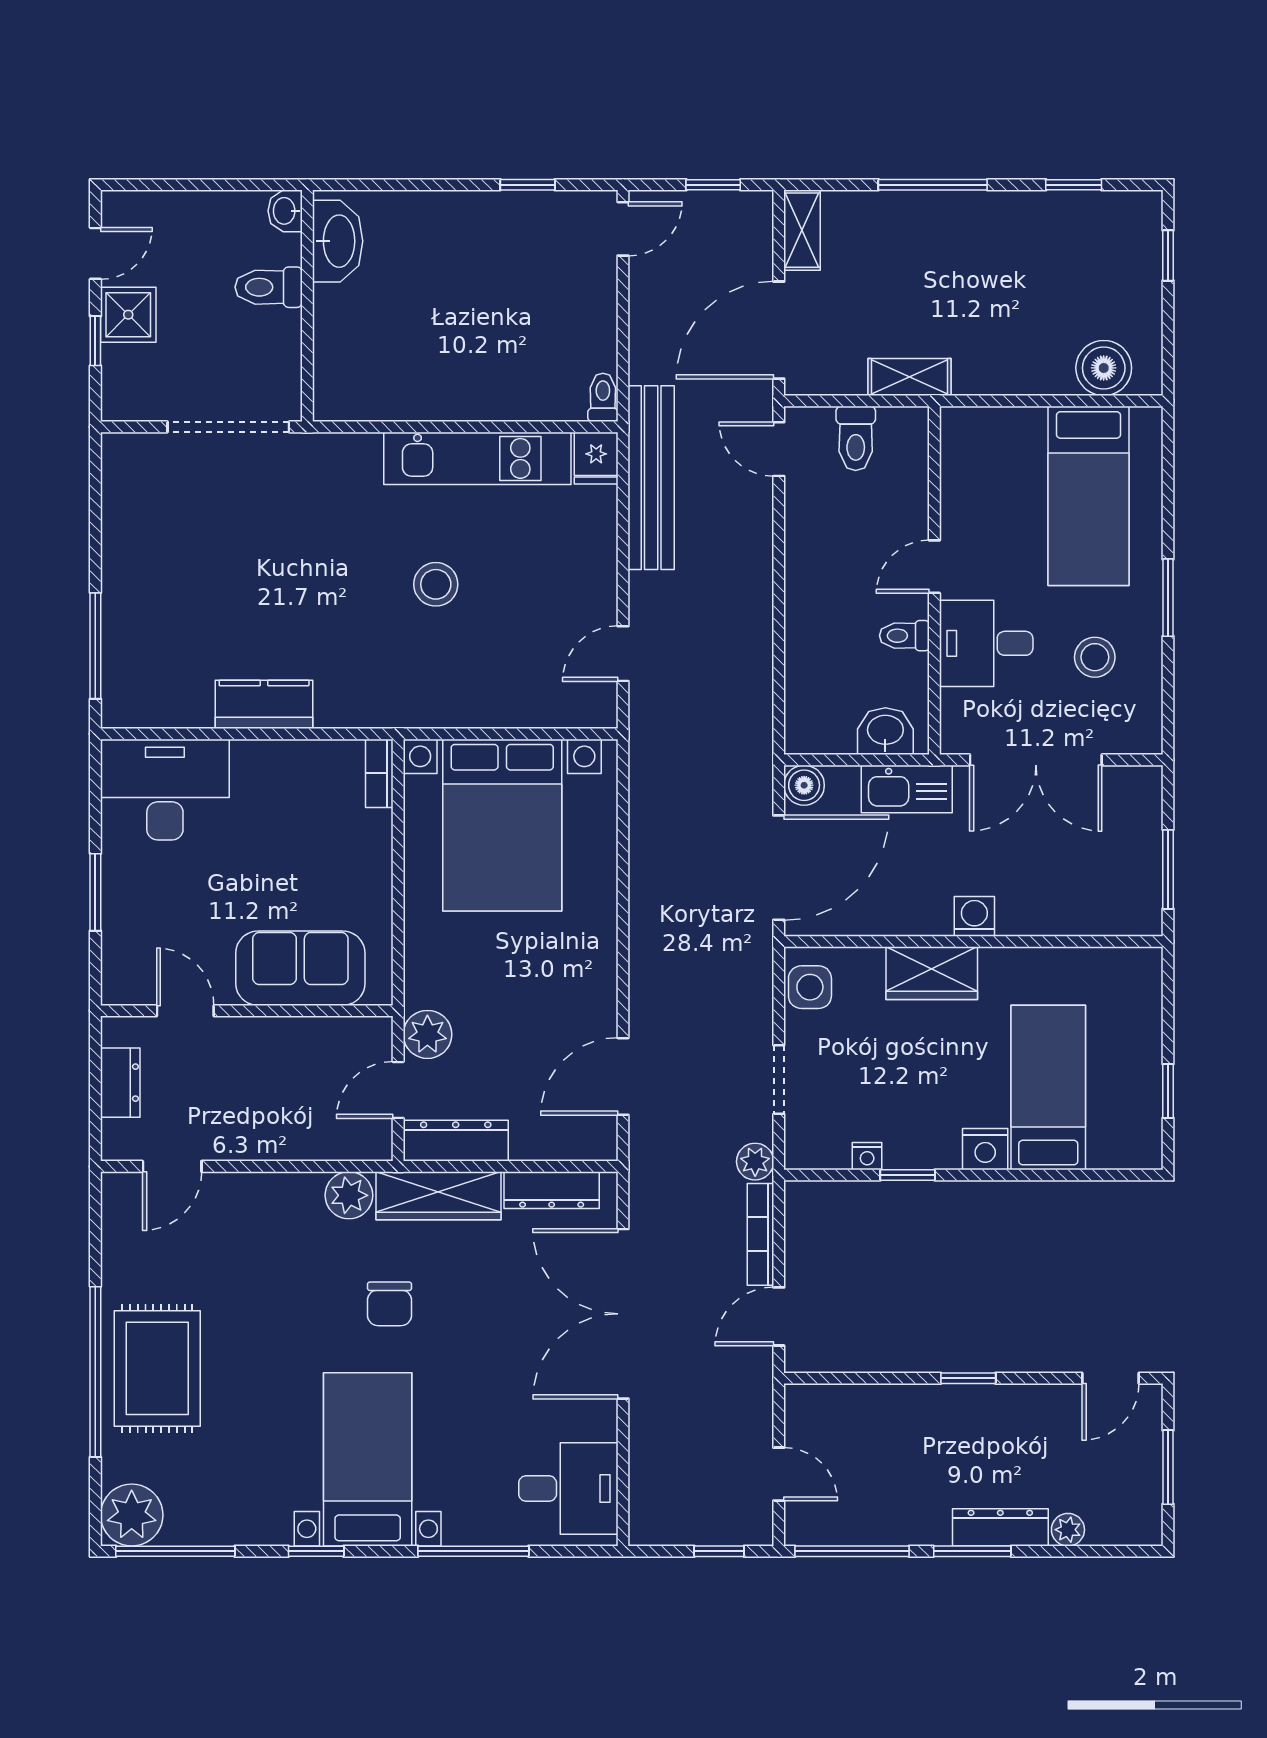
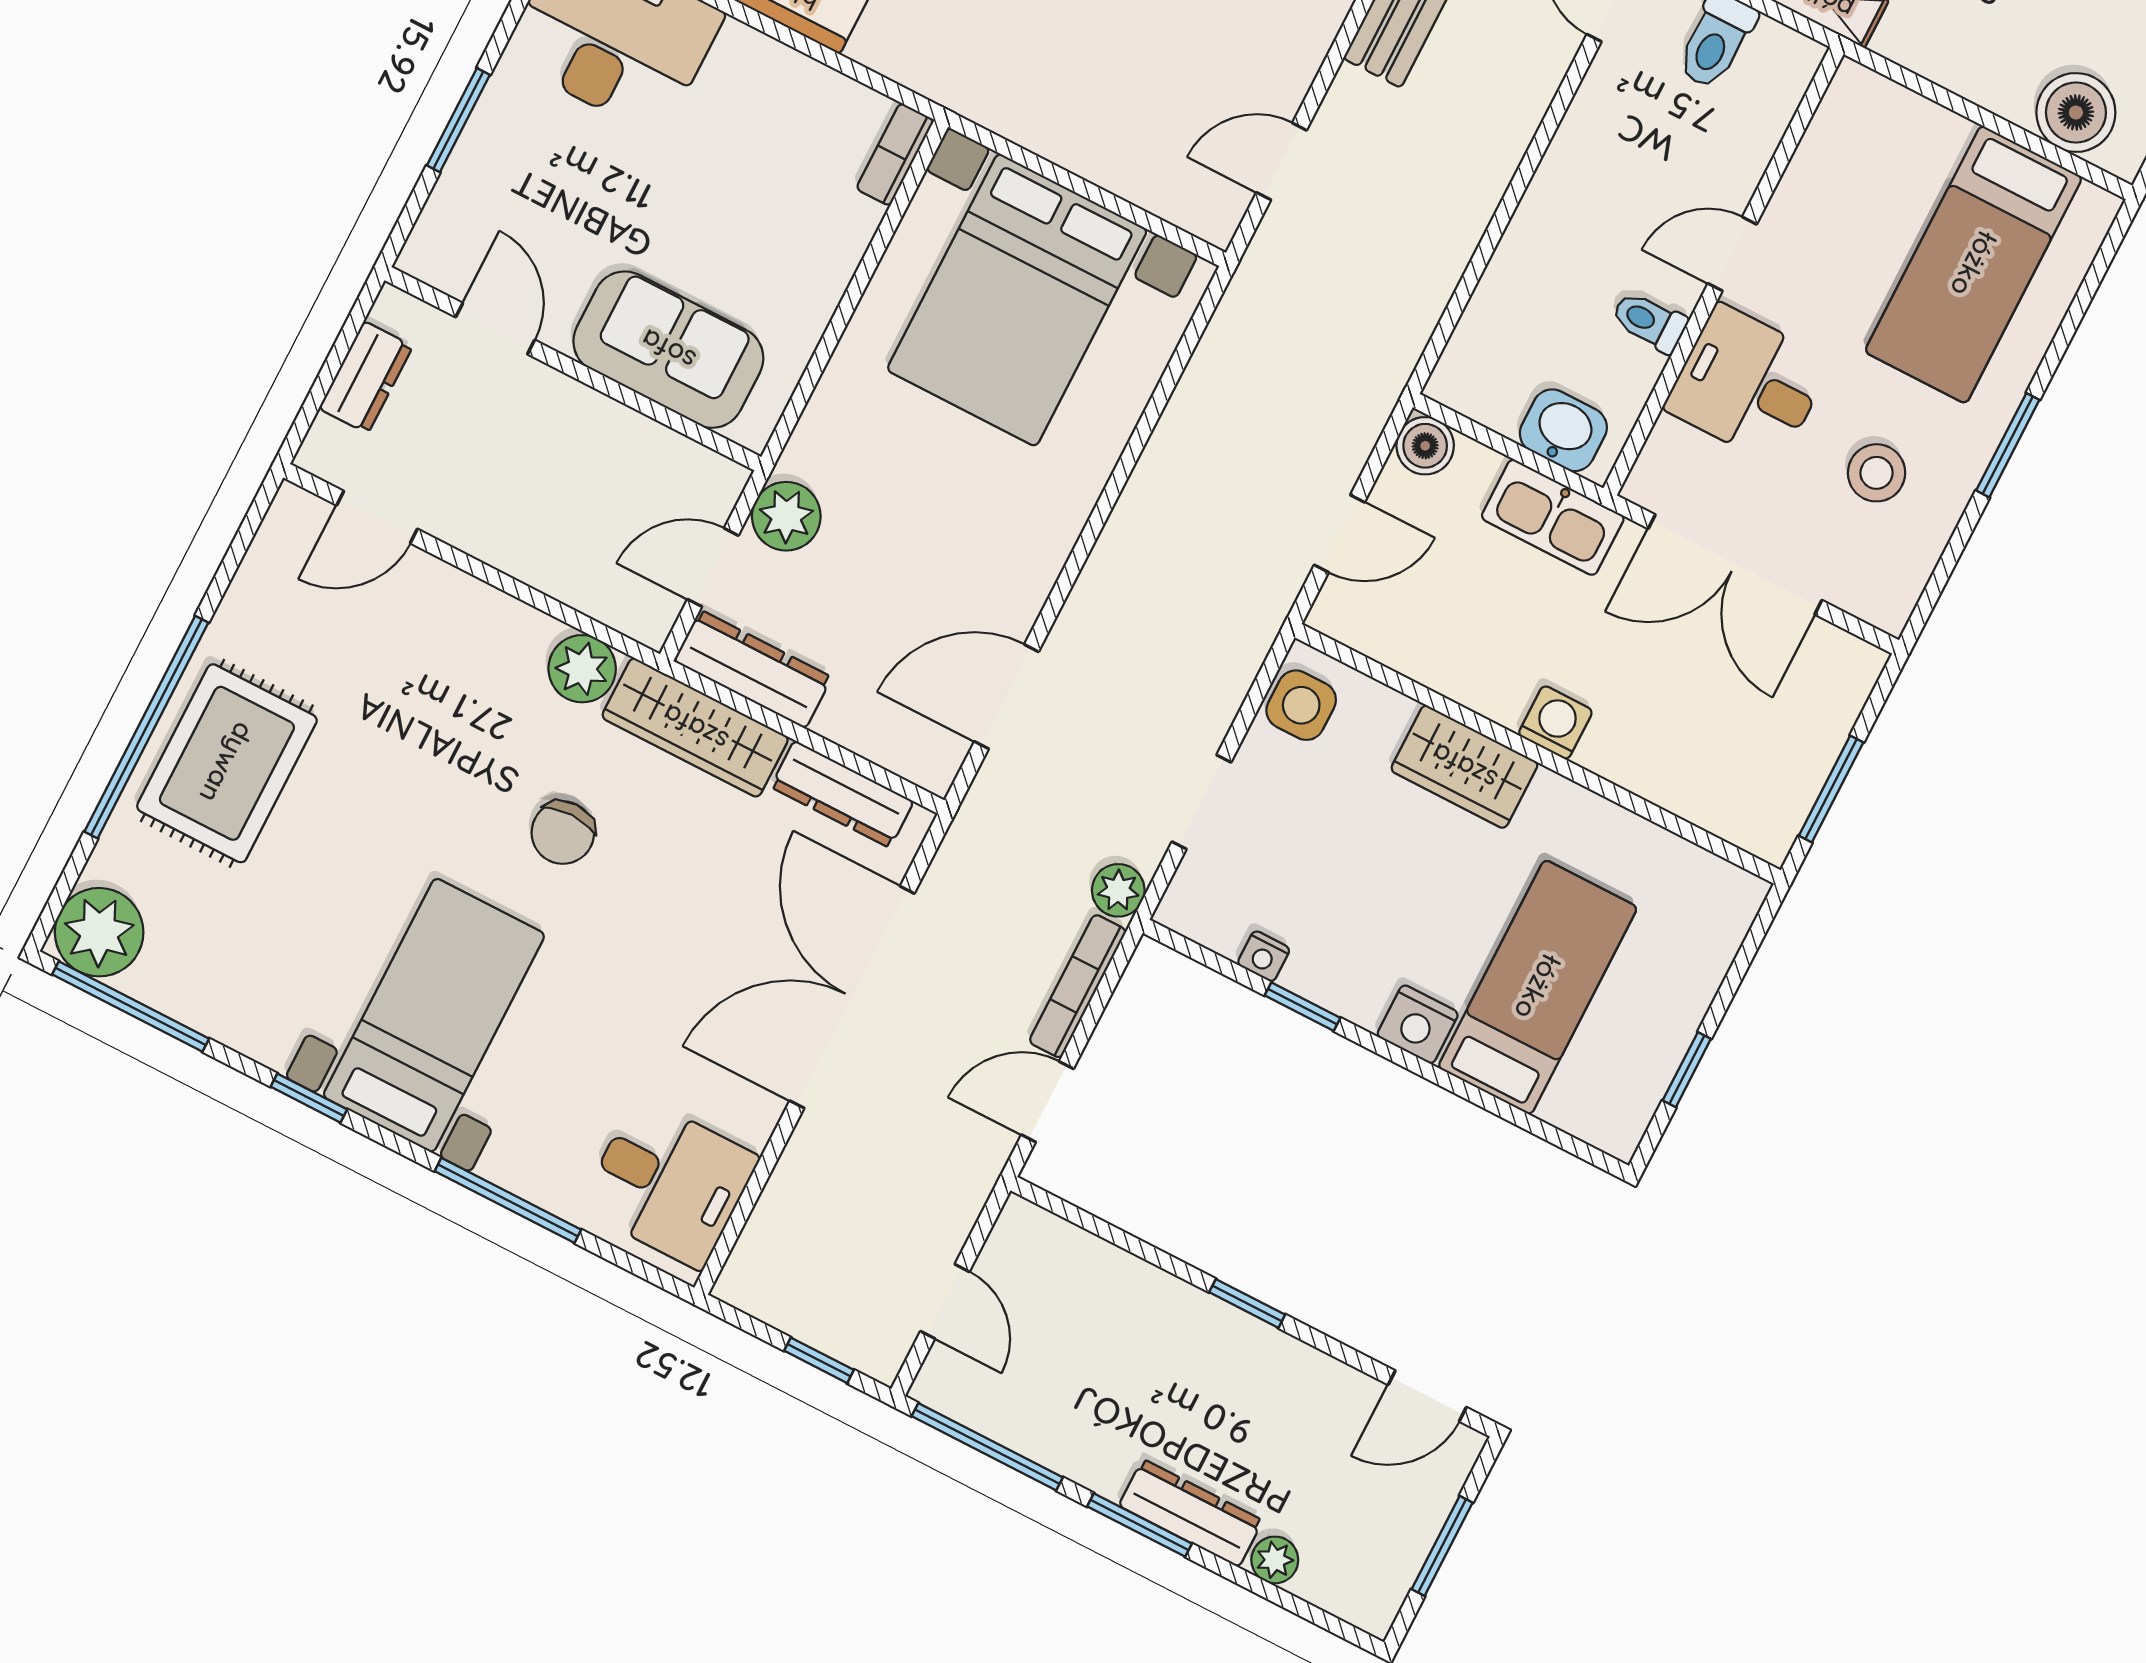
door: (779, 868) -> (1339, 534), width x0.53

